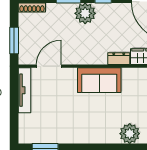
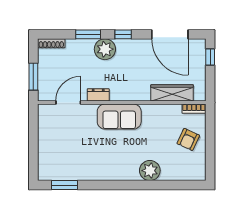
dresser: (119, 59) -> (98, 95), moved
tv unit: (25, 90) -> (44, 127), removed

